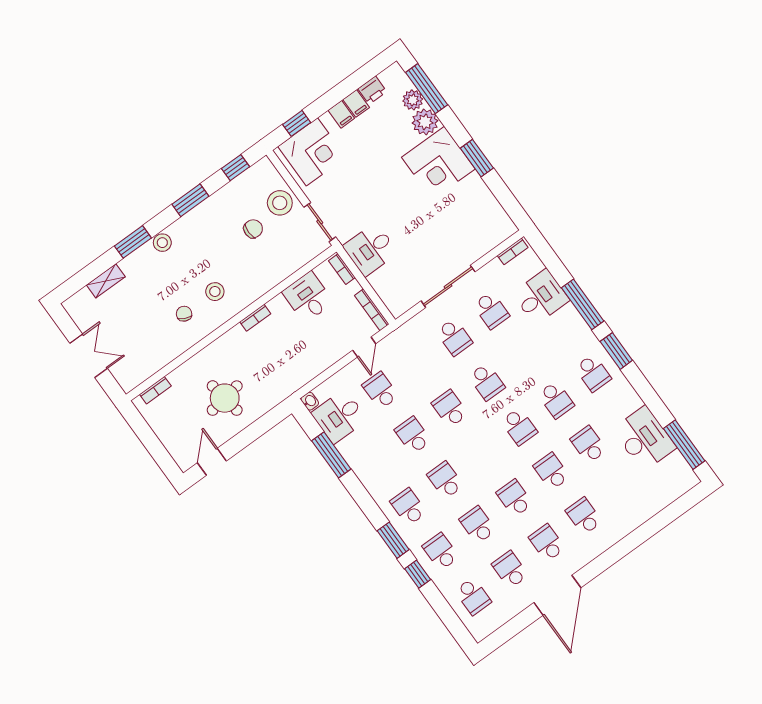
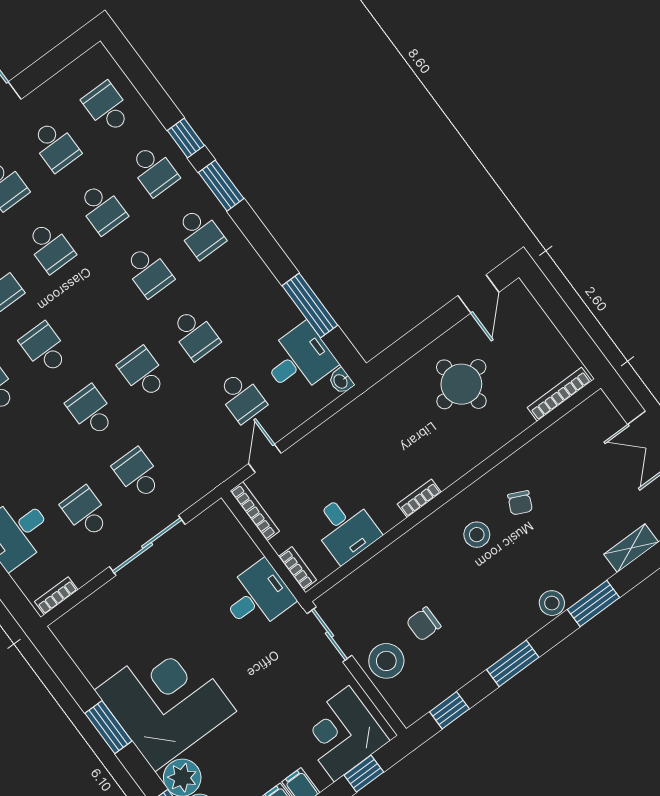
corner desk: (438, 163) -> (165, 701), width x1.36, depth x1.36
bookcase: (155, 390) -> (559, 394), width x1.56
school desk: (450, 409) -> (143, 373), turned 180

